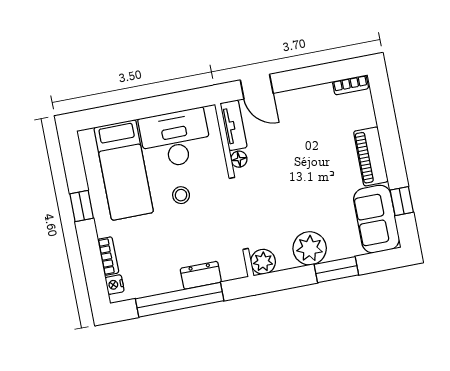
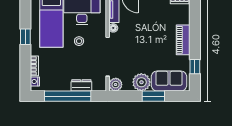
sofa: (376, 219) -> (169, 81), moved, turned 90

